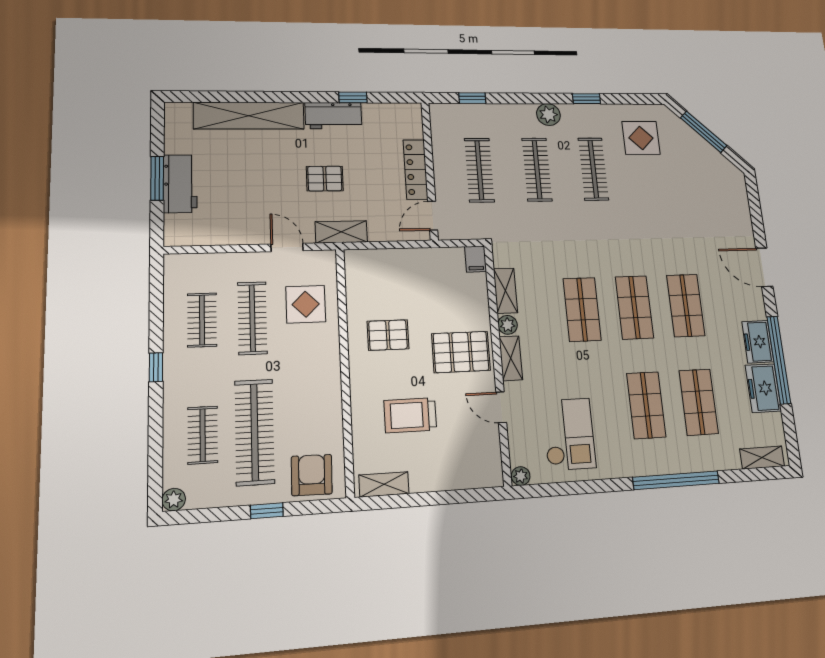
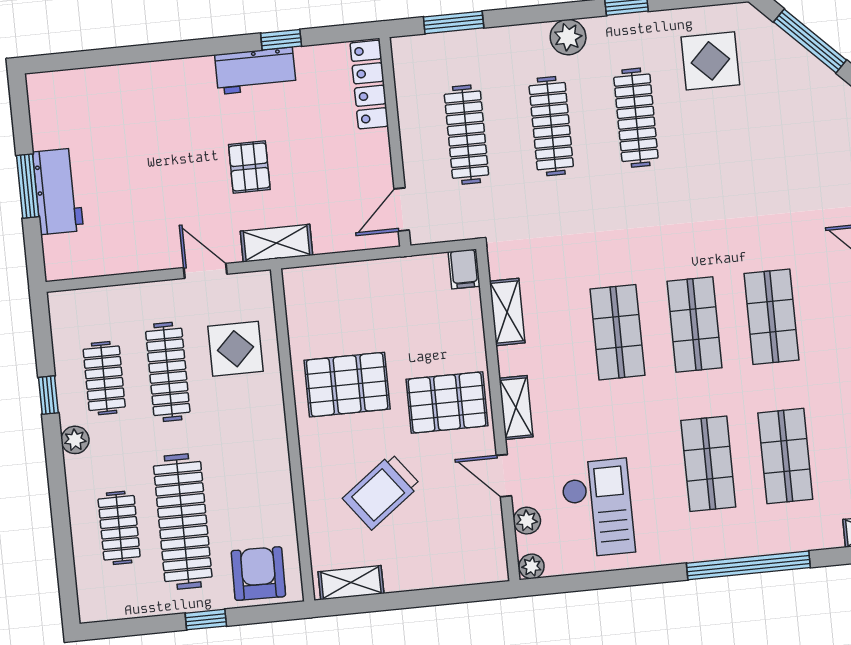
window: (472, 98) -> (454, 22), width x1.50
shelving: (249, 116) -> (140, 82), removed
locker: (416, 169) -> (369, 85), moved
pallet: (325, 179) -> (249, 167), turned 90
plant: (508, 325) -> (527, 521), moved
pallet: (388, 335) -> (347, 385), width x1.50, depth x1.42
window: (156, 367) -> (48, 395), moved
trolley: (410, 415) -> (382, 492), turned -37
plant: (174, 500) -> (75, 440), moved

